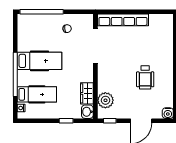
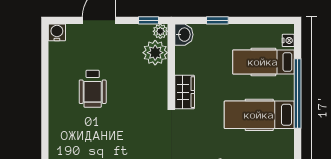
wheelchair: (145, 77) -> (93, 89), turned 180
wardrobe: (87, 93) -> (185, 92), moved
plant: (102, 114) -> (160, 31), added

